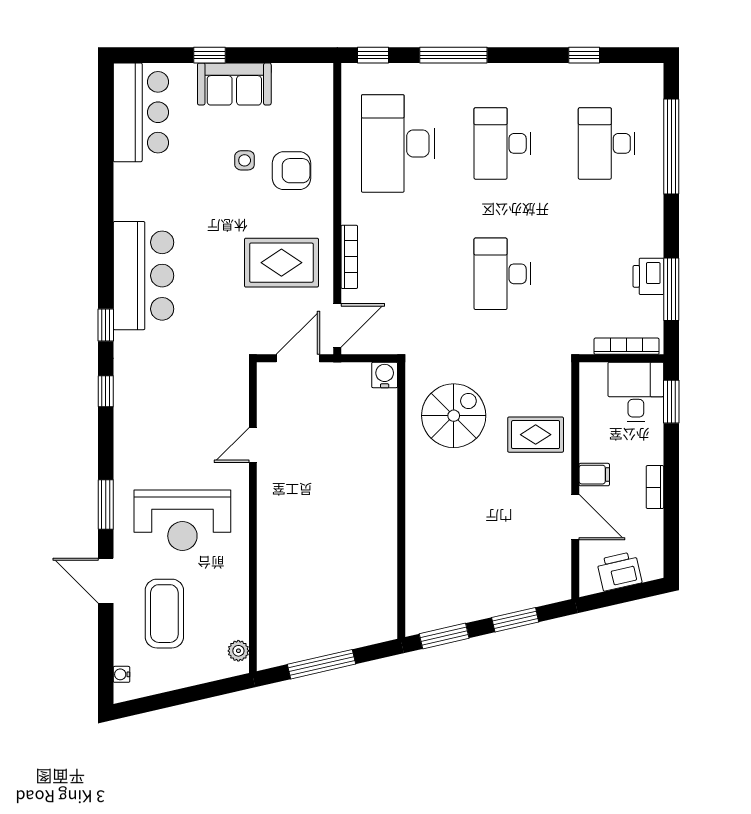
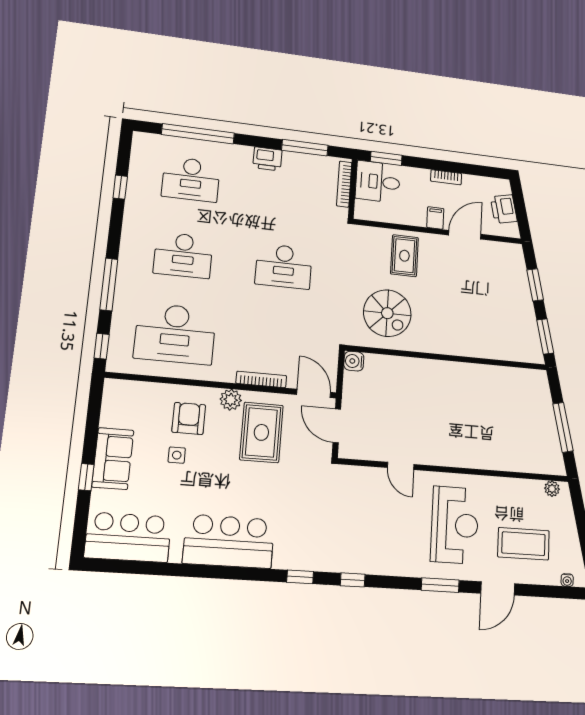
plant: (320, 220) -> (231, 400), added
bar counter: (143, 276) -> (229, 541), moved
printer: (648, 276) -> (267, 159), moved
spiral stairs: (454, 416) -> (387, 313), turned 180

